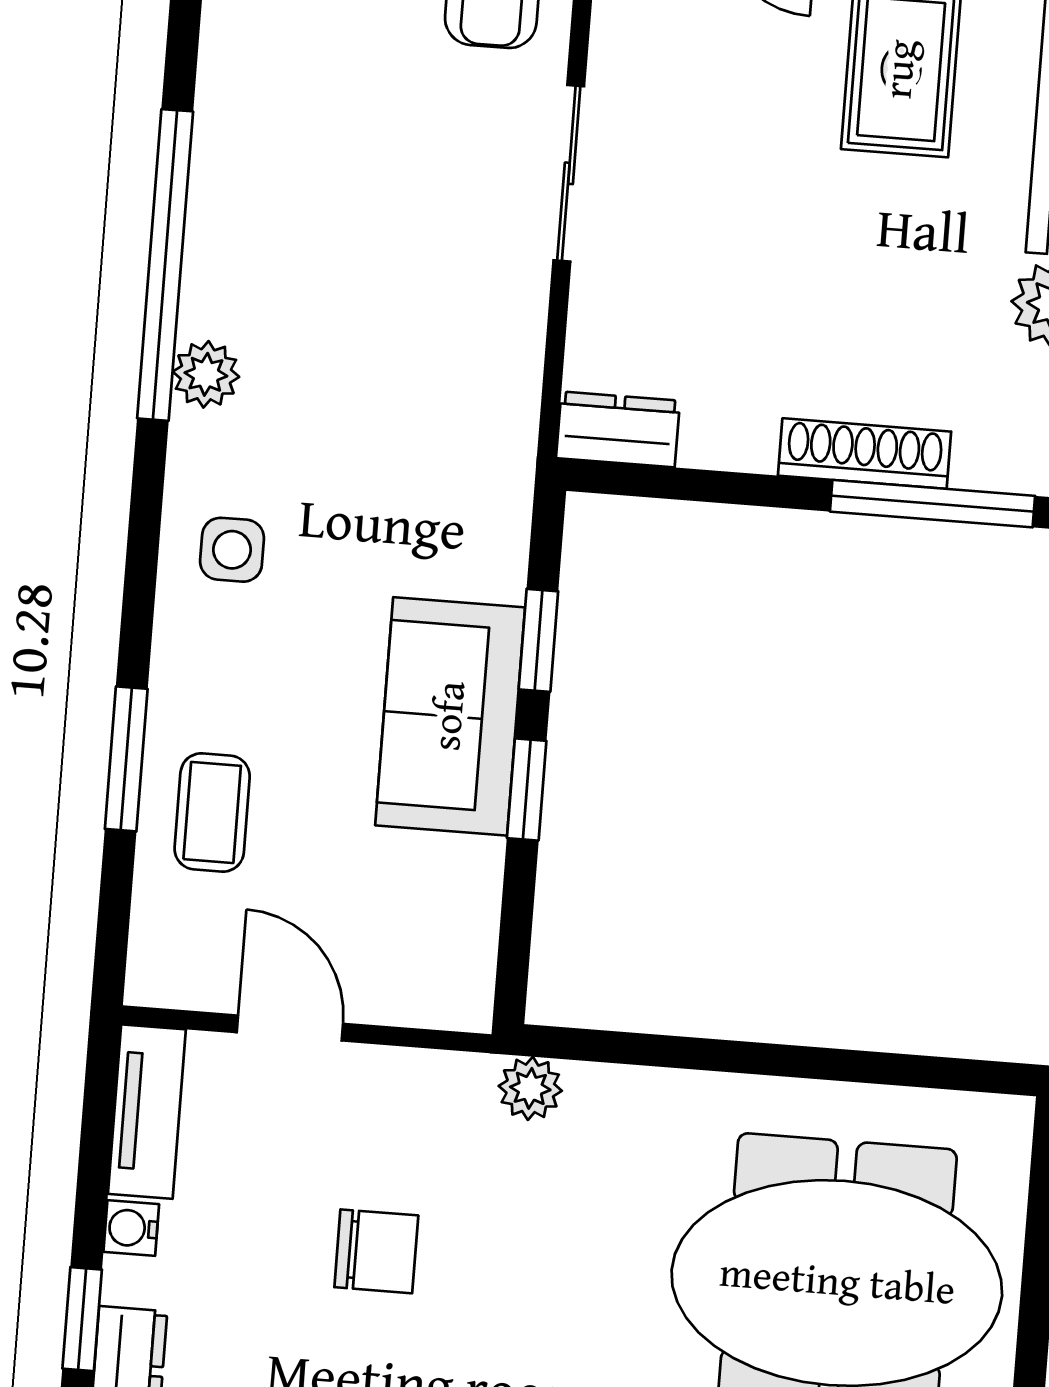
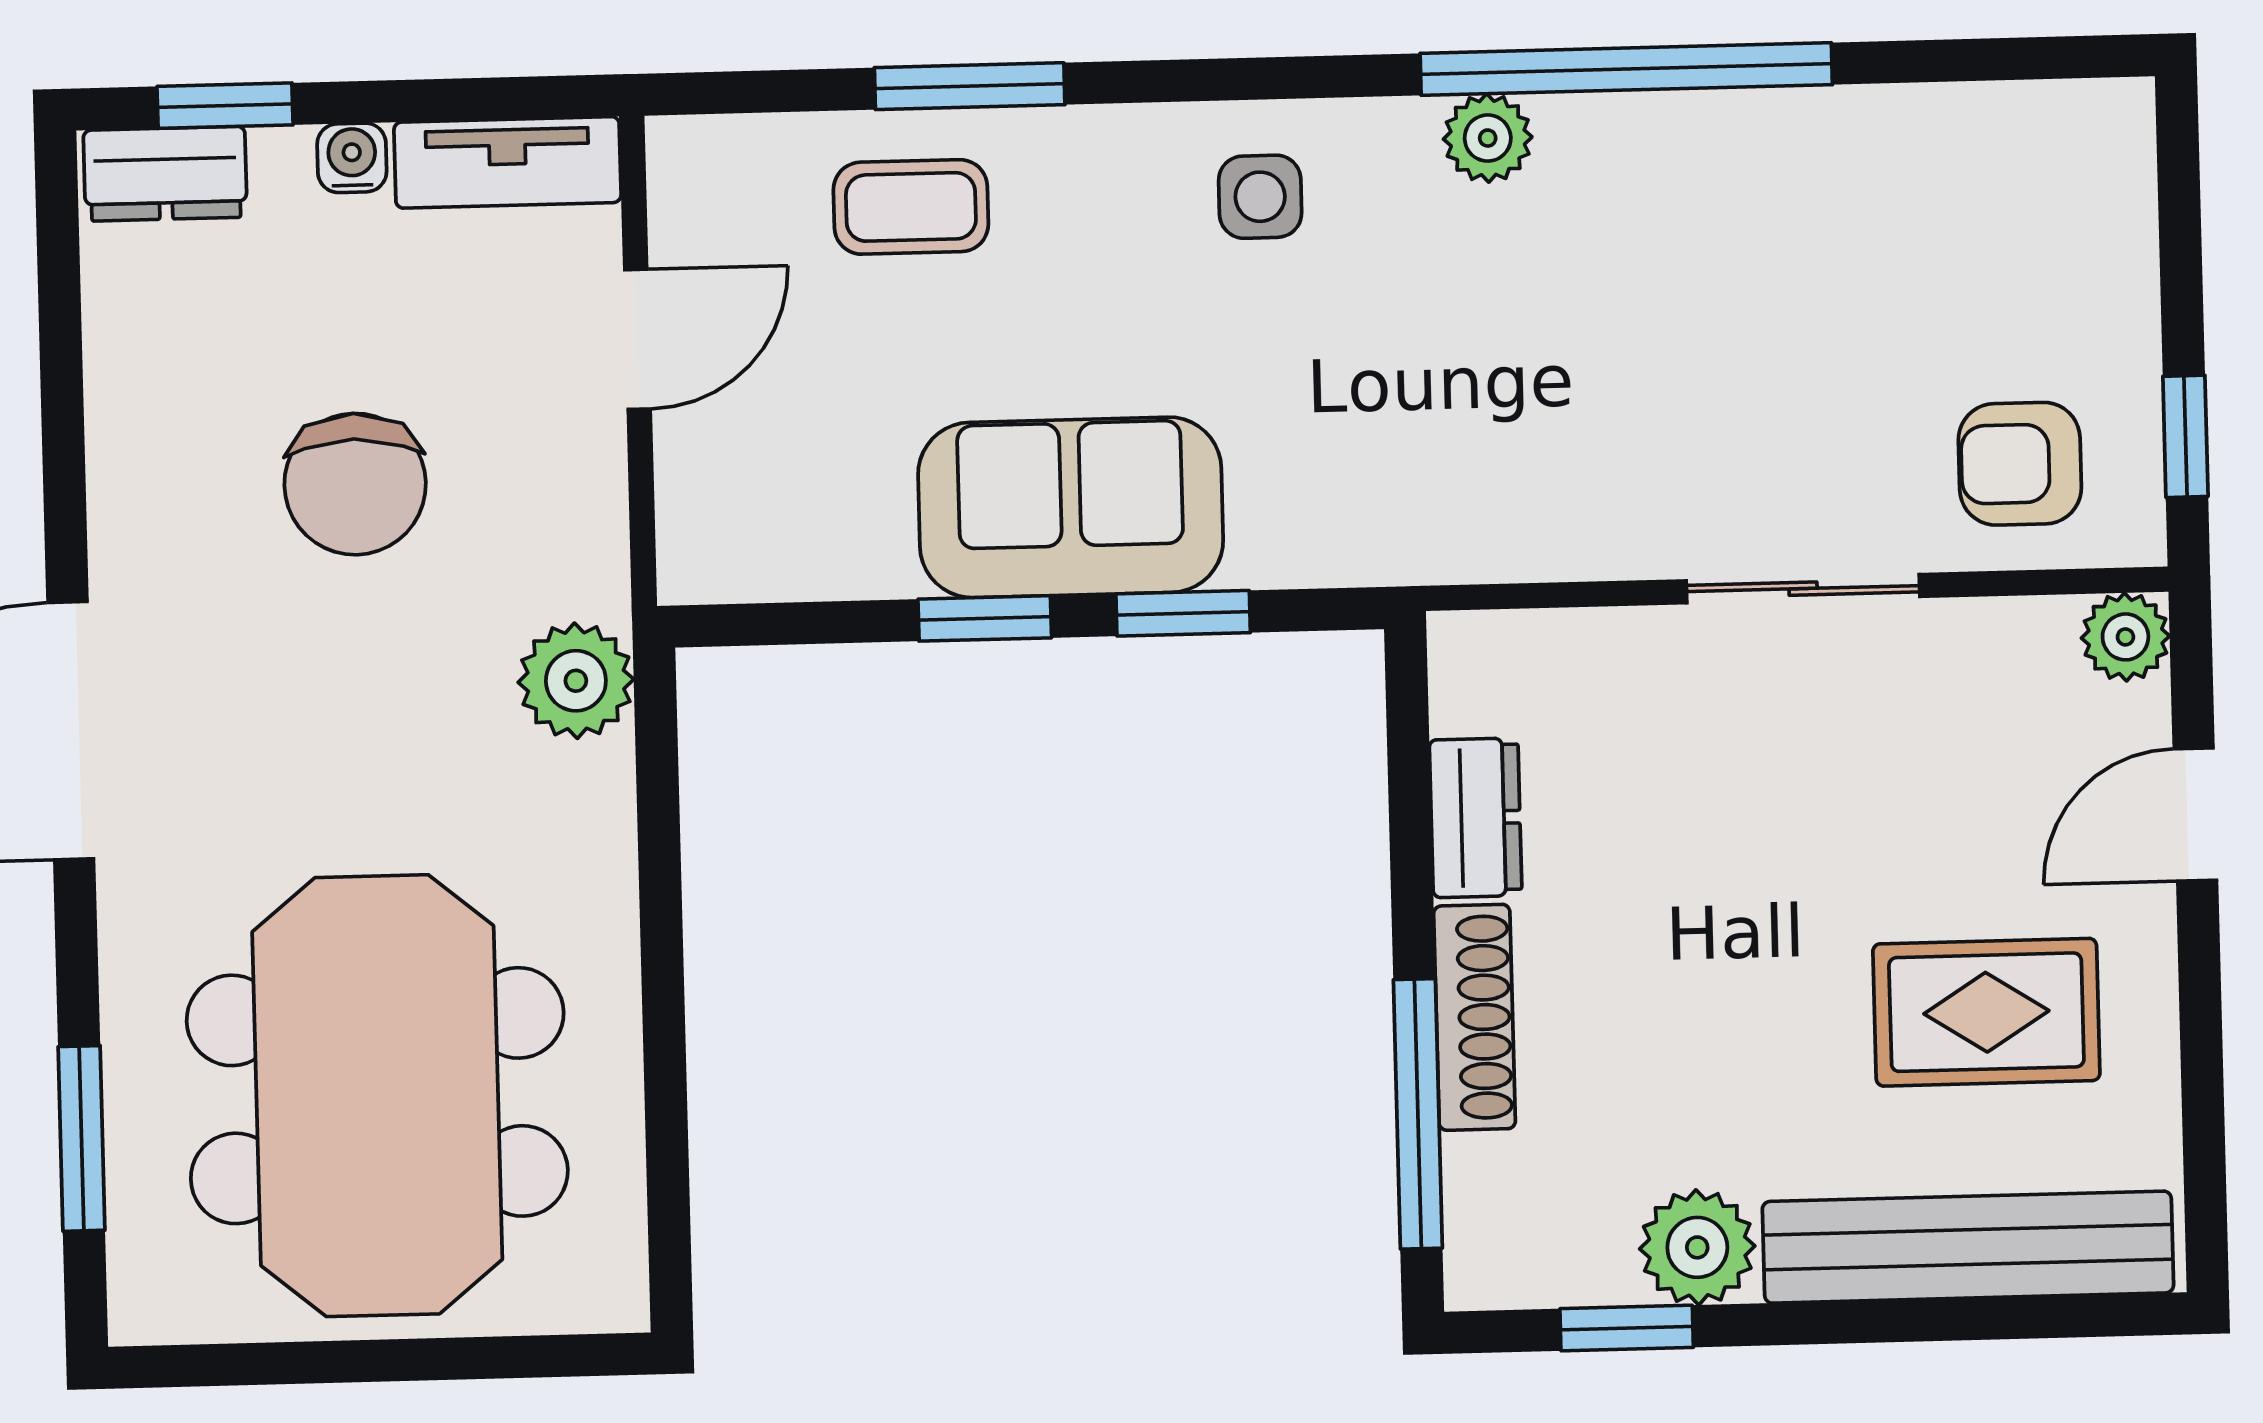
dresser: (618, 429) -> (1476, 818), moved
plant: (530, 1088) -> (576, 681), width x1.38, depth x1.38
chair: (376, 1251) -> (355, 484), width x1.37, depth x1.37

